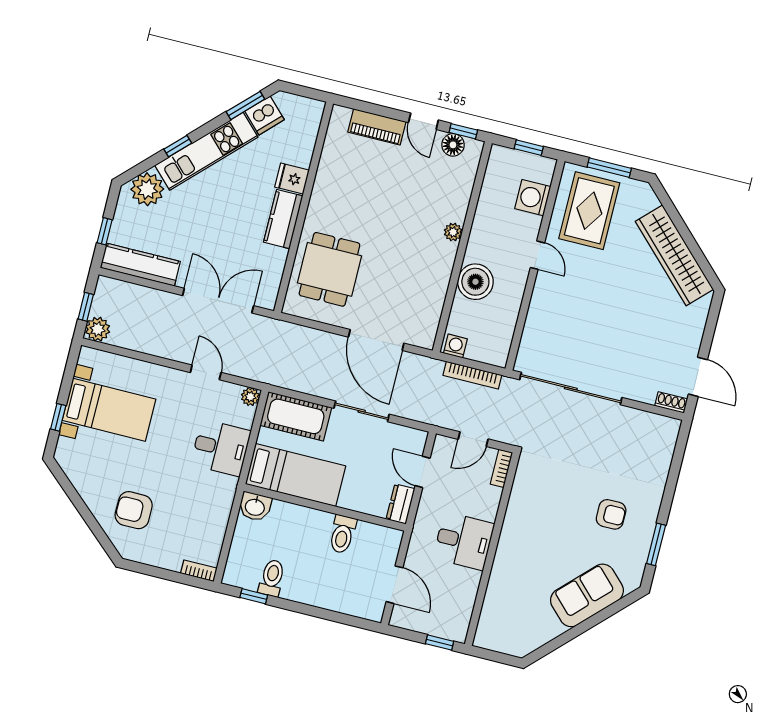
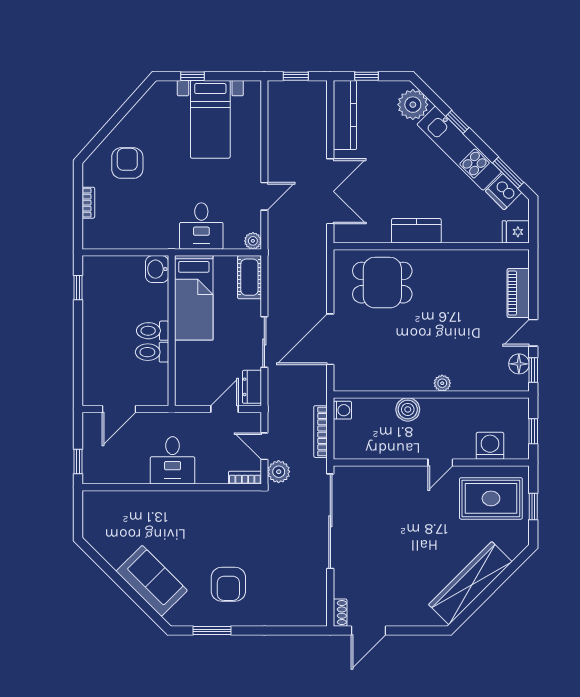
window: (609, 168) -> (533, 507), width x0.67
fridge: (292, 179) -> (516, 232), moved, turned -90
boiler: (475, 282) -> (408, 409), width x0.73, depth x0.73
plant: (98, 329) -> (279, 472), moved
cot: (296, 416) -> (249, 277), width x0.73, depth x0.75
dresser: (400, 504) -> (252, 387), moved, turned -90
armchair: (611, 514) -> (228, 584), width x1.38, depth x1.38
bookcase: (199, 571) -> (88, 203), moved
toilet: (272, 578) -> (153, 331), moved, turned 180

